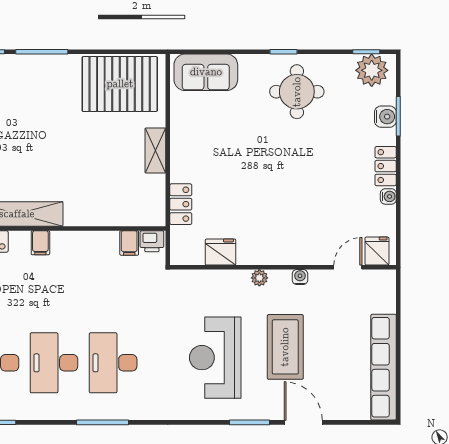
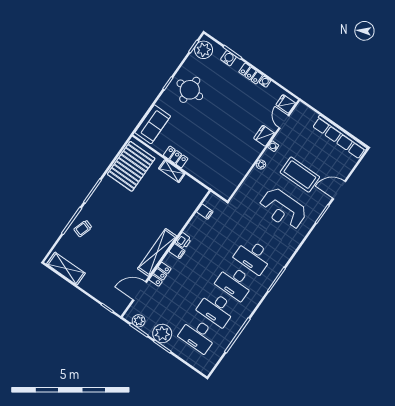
locker: (181, 204) -> (176, 157), moved
printer: (152, 241) -> (183, 241), moved
fridge: (221, 252) -> (264, 136), moved

